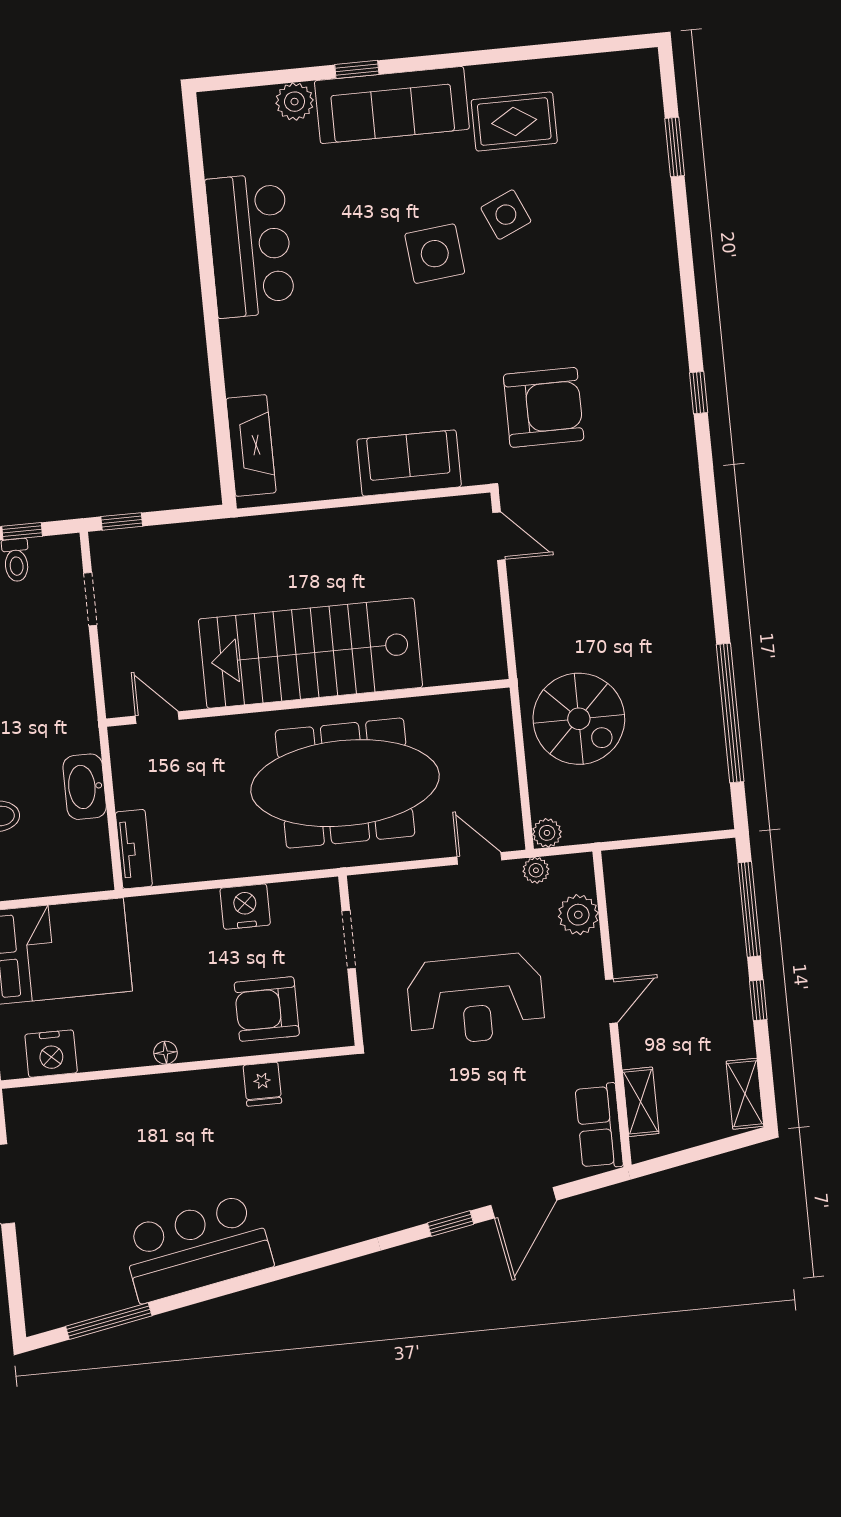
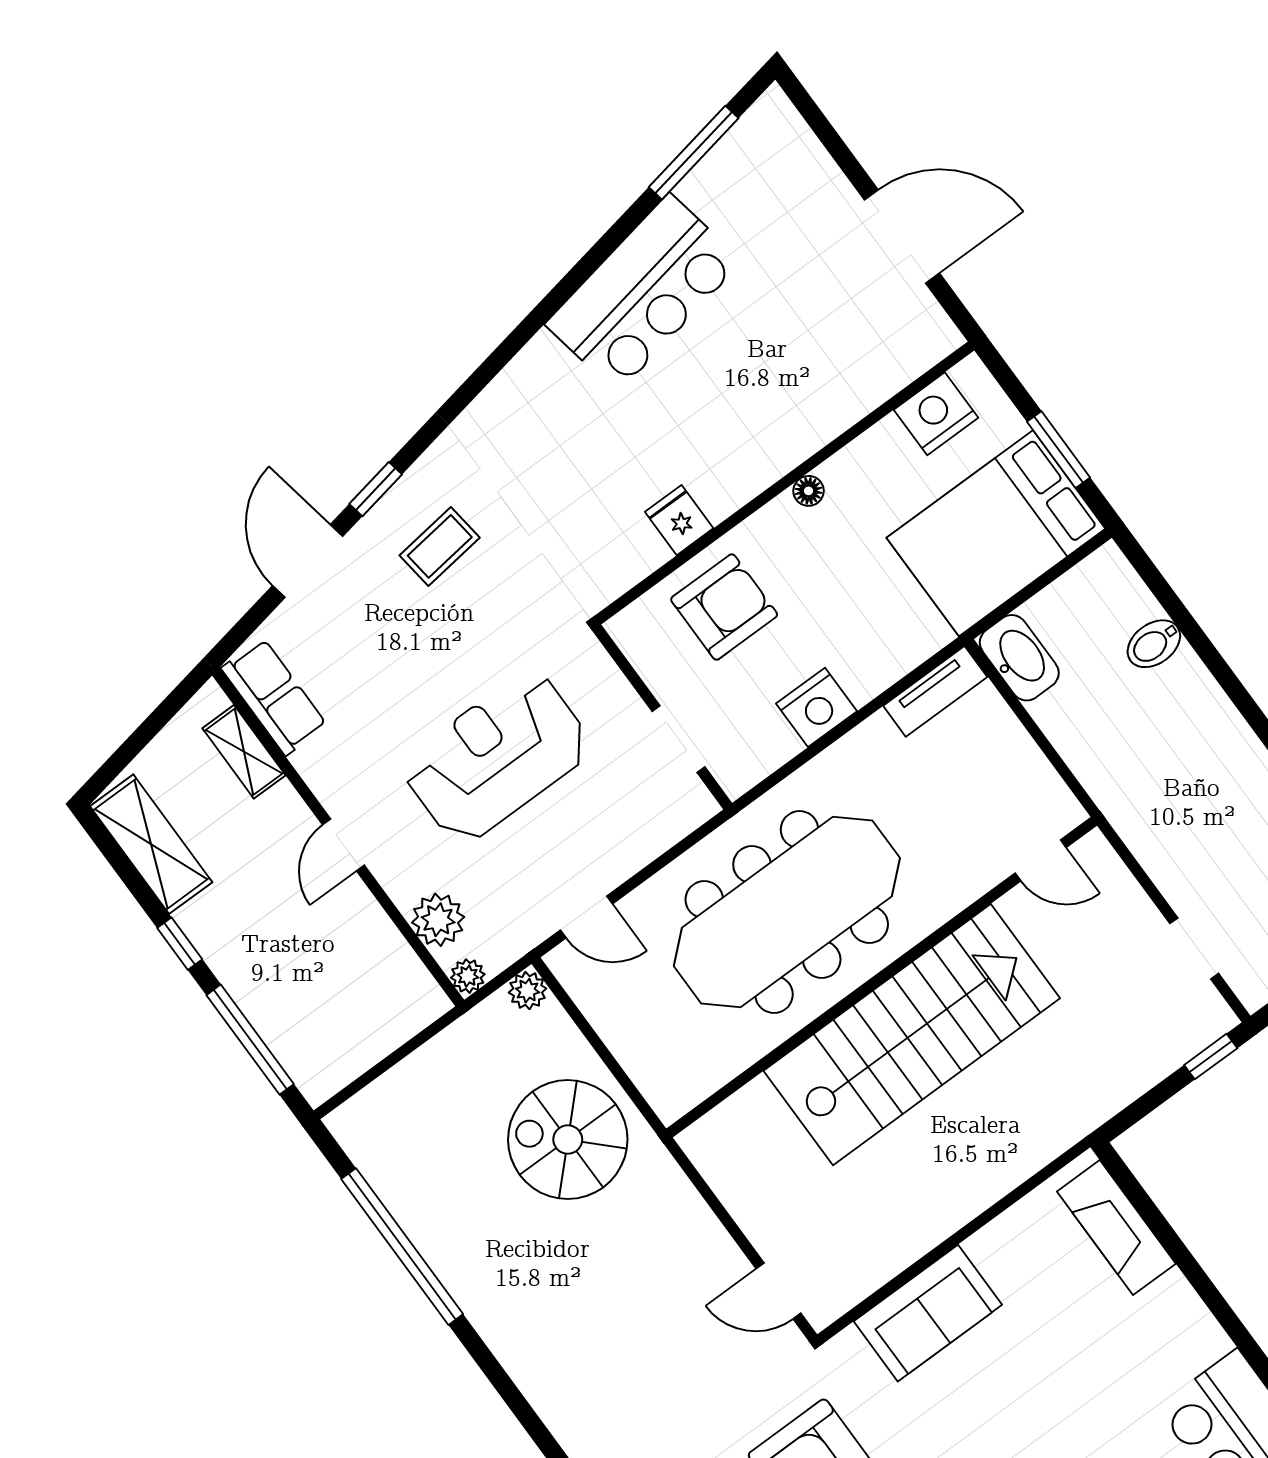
washbasin: (85, 787) -> (1019, 658), moved
tv unit: (134, 849) -> (935, 691), moved, turned -90
plant: (536, 870) -> (468, 976), moved
shelving: (745, 1094) -> (151, 844), width x1.50, depth x1.33
coffee table: (431, 1161) -> (440, 546), added

